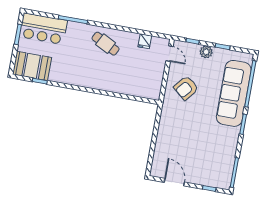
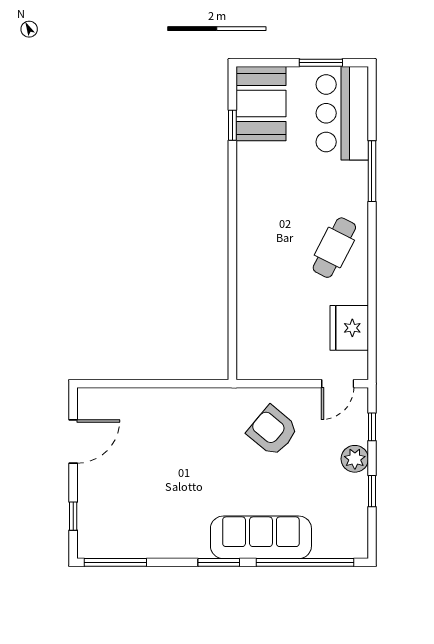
fridge: (145, 41) -> (349, 328), width x1.88, depth x1.34
sofa: (234, 93) -> (261, 537), width x0.74, depth x0.79

